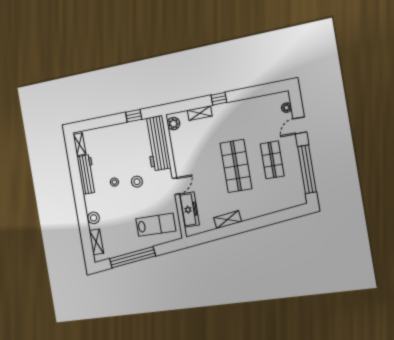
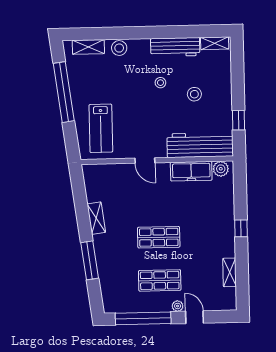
plant: (287, 108) -> (178, 306), moved
shelving: (200, 113) -> (230, 272), moved
shop shelf: (236, 166) -> (159, 237), width x0.70, depth x0.74
stool: (137, 182) -> (194, 94), moved
freezer: (189, 210) -> (191, 171), moved
window: (263, 221) -> (90, 260), added

